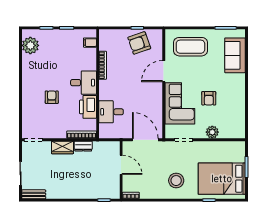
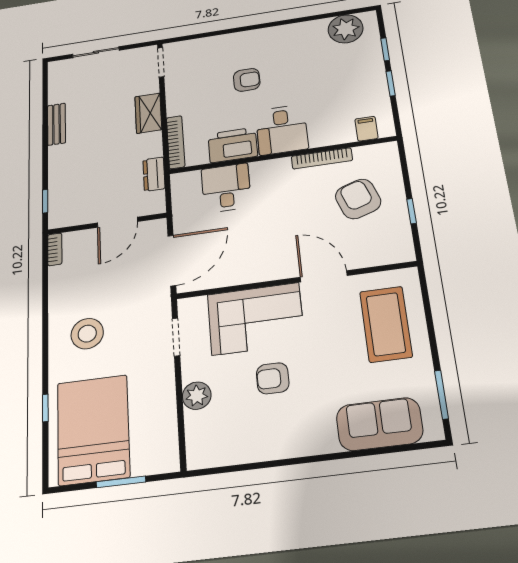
armchair: (139, 43) -> (358, 199), moved
dresser: (83, 146) -> (154, 174), moved
bench: (34, 194) -> (57, 124), moved

